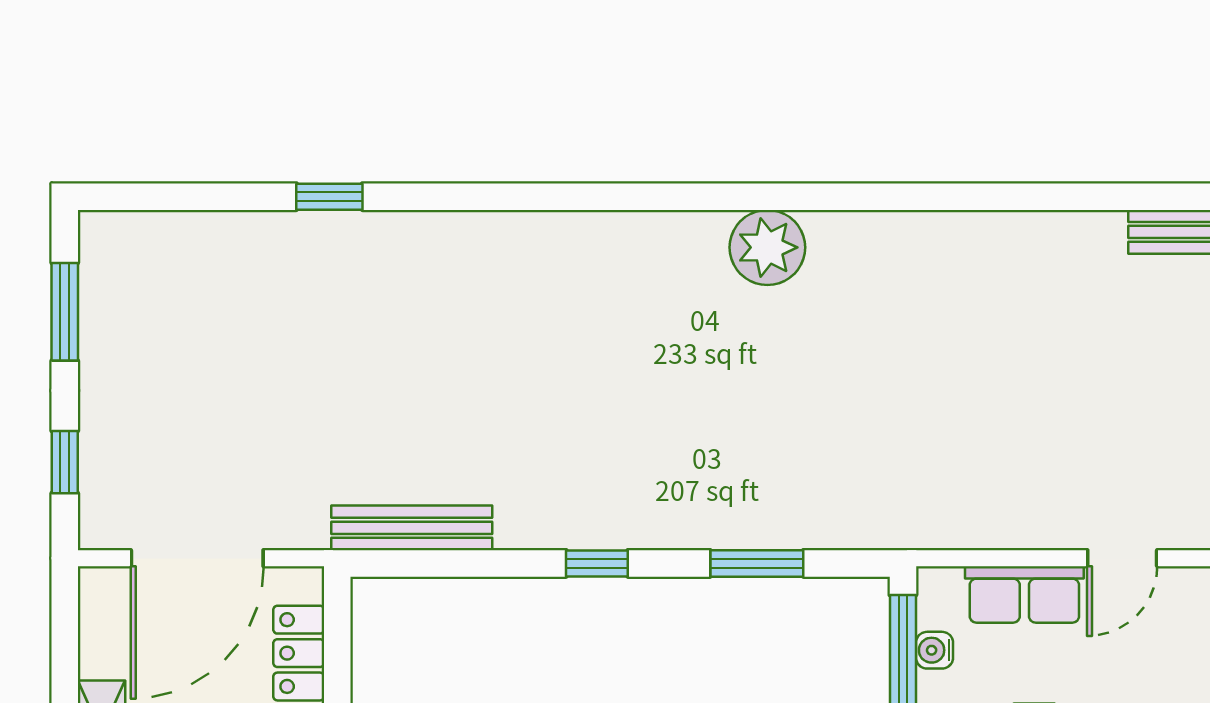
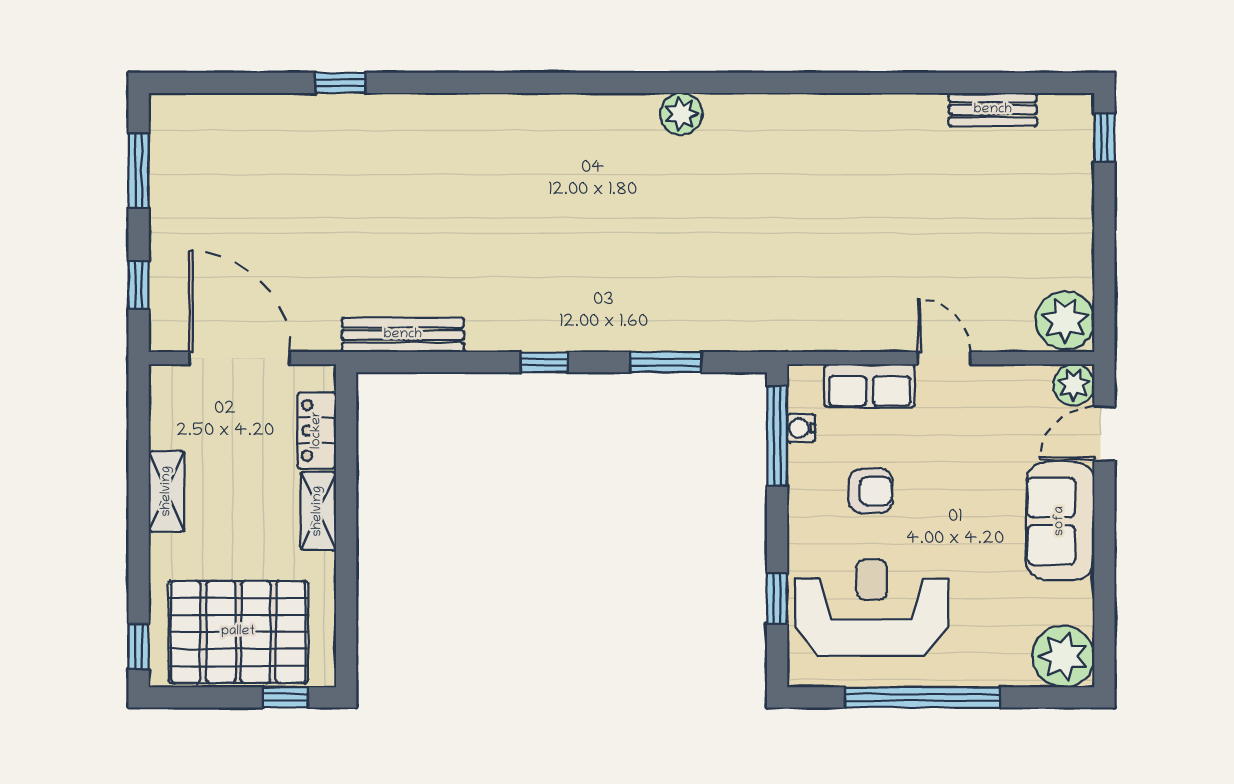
plant: (767, 247) -> (681, 114), width x0.73, depth x0.73
door: (197, 558) -> (240, 358), swing flipped
door: (1122, 558) -> (944, 358), swing flipped

